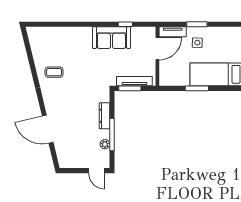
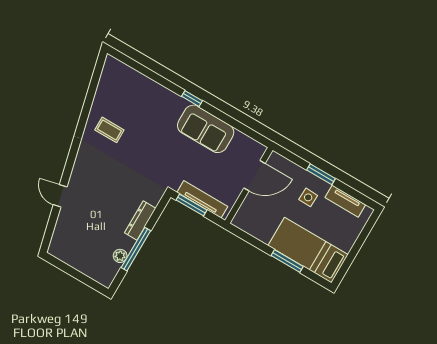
window: (125, 24) -> (192, 99), moved
tv unit: (173, 32) -> (345, 201), moved
window: (197, 88) -> (287, 261), moved
door: (48, 129) -> (60, 196), width x0.53
door: (97, 171) -> (91, 283), removed

